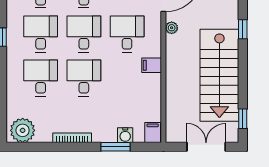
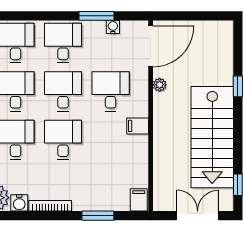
water cooler: (125, 135) -> (19, 203), moved

